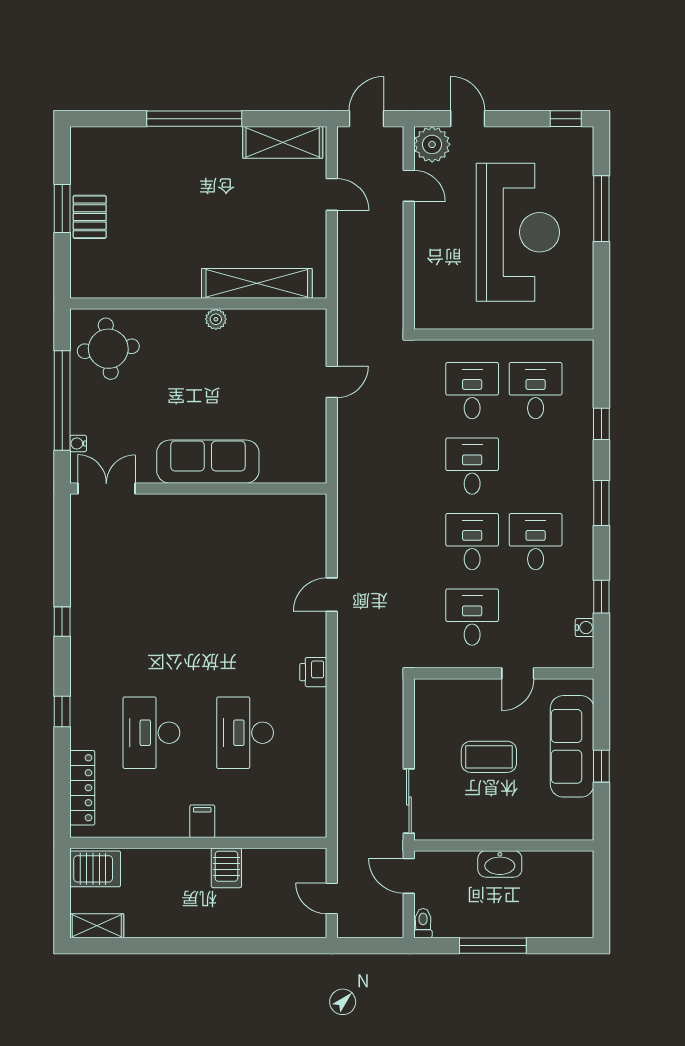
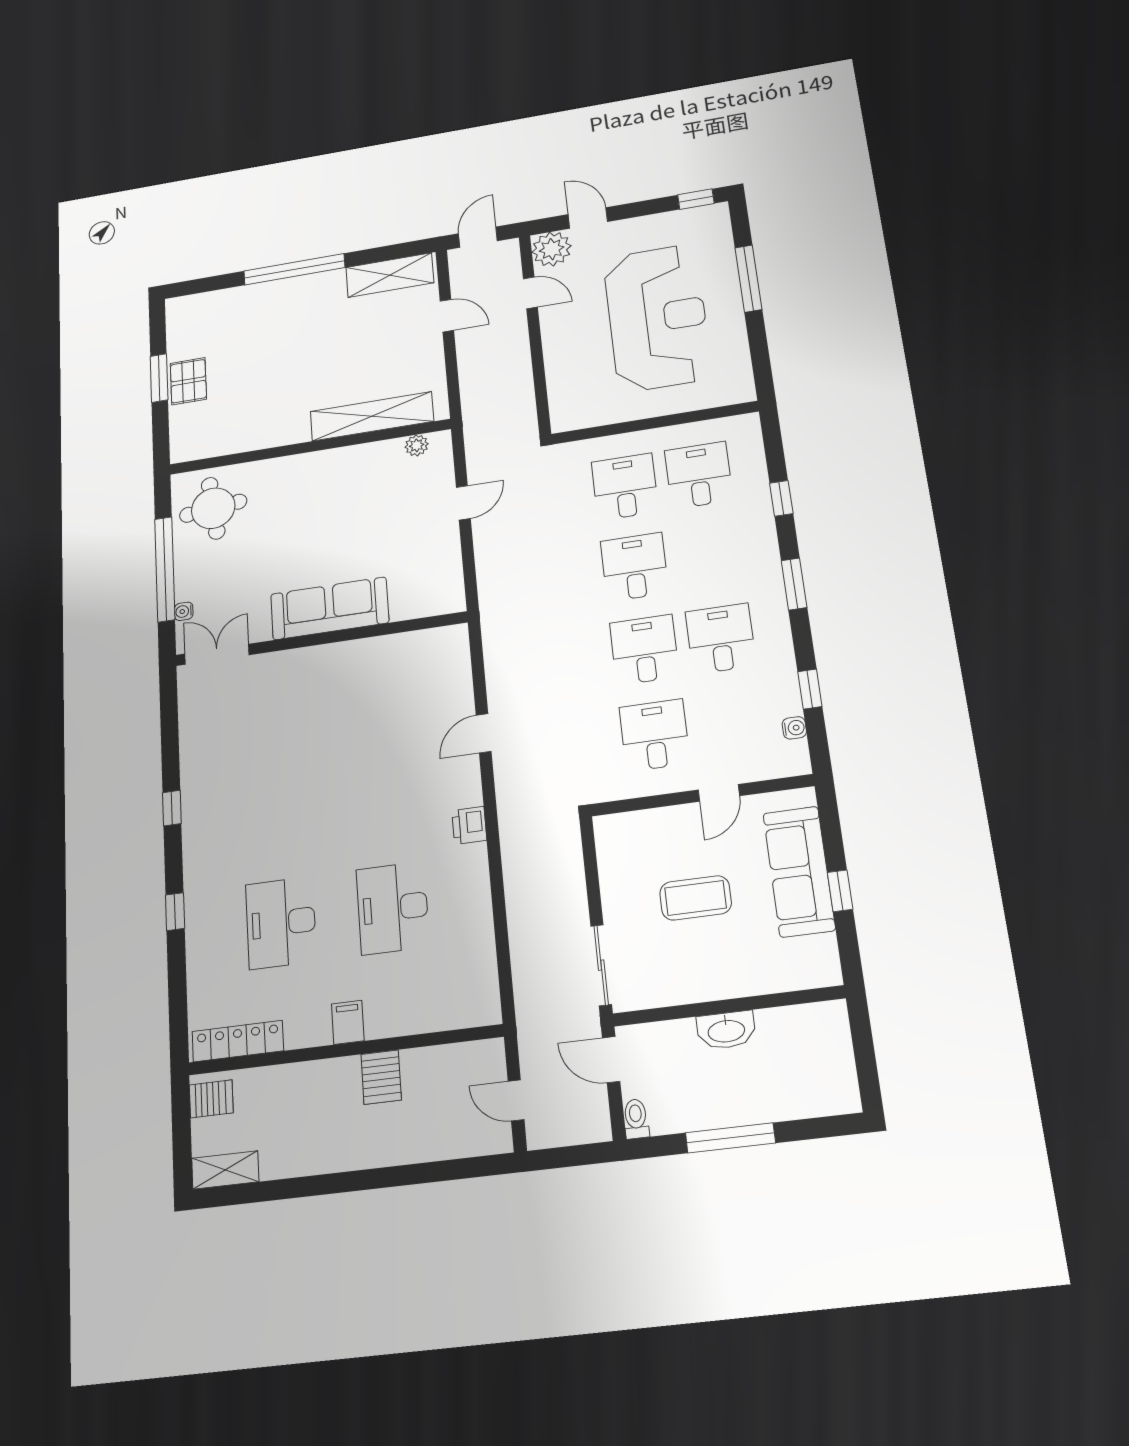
plant: (216, 319) -> (417, 445), moved
locker: (82, 788) -> (238, 1041), moved, turned -90
server rack: (95, 869) -> (211, 1099), width x0.73, depth x0.70

